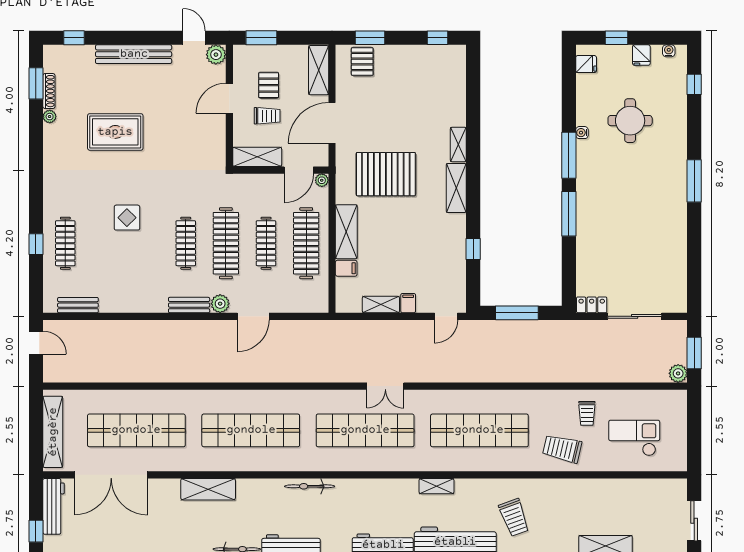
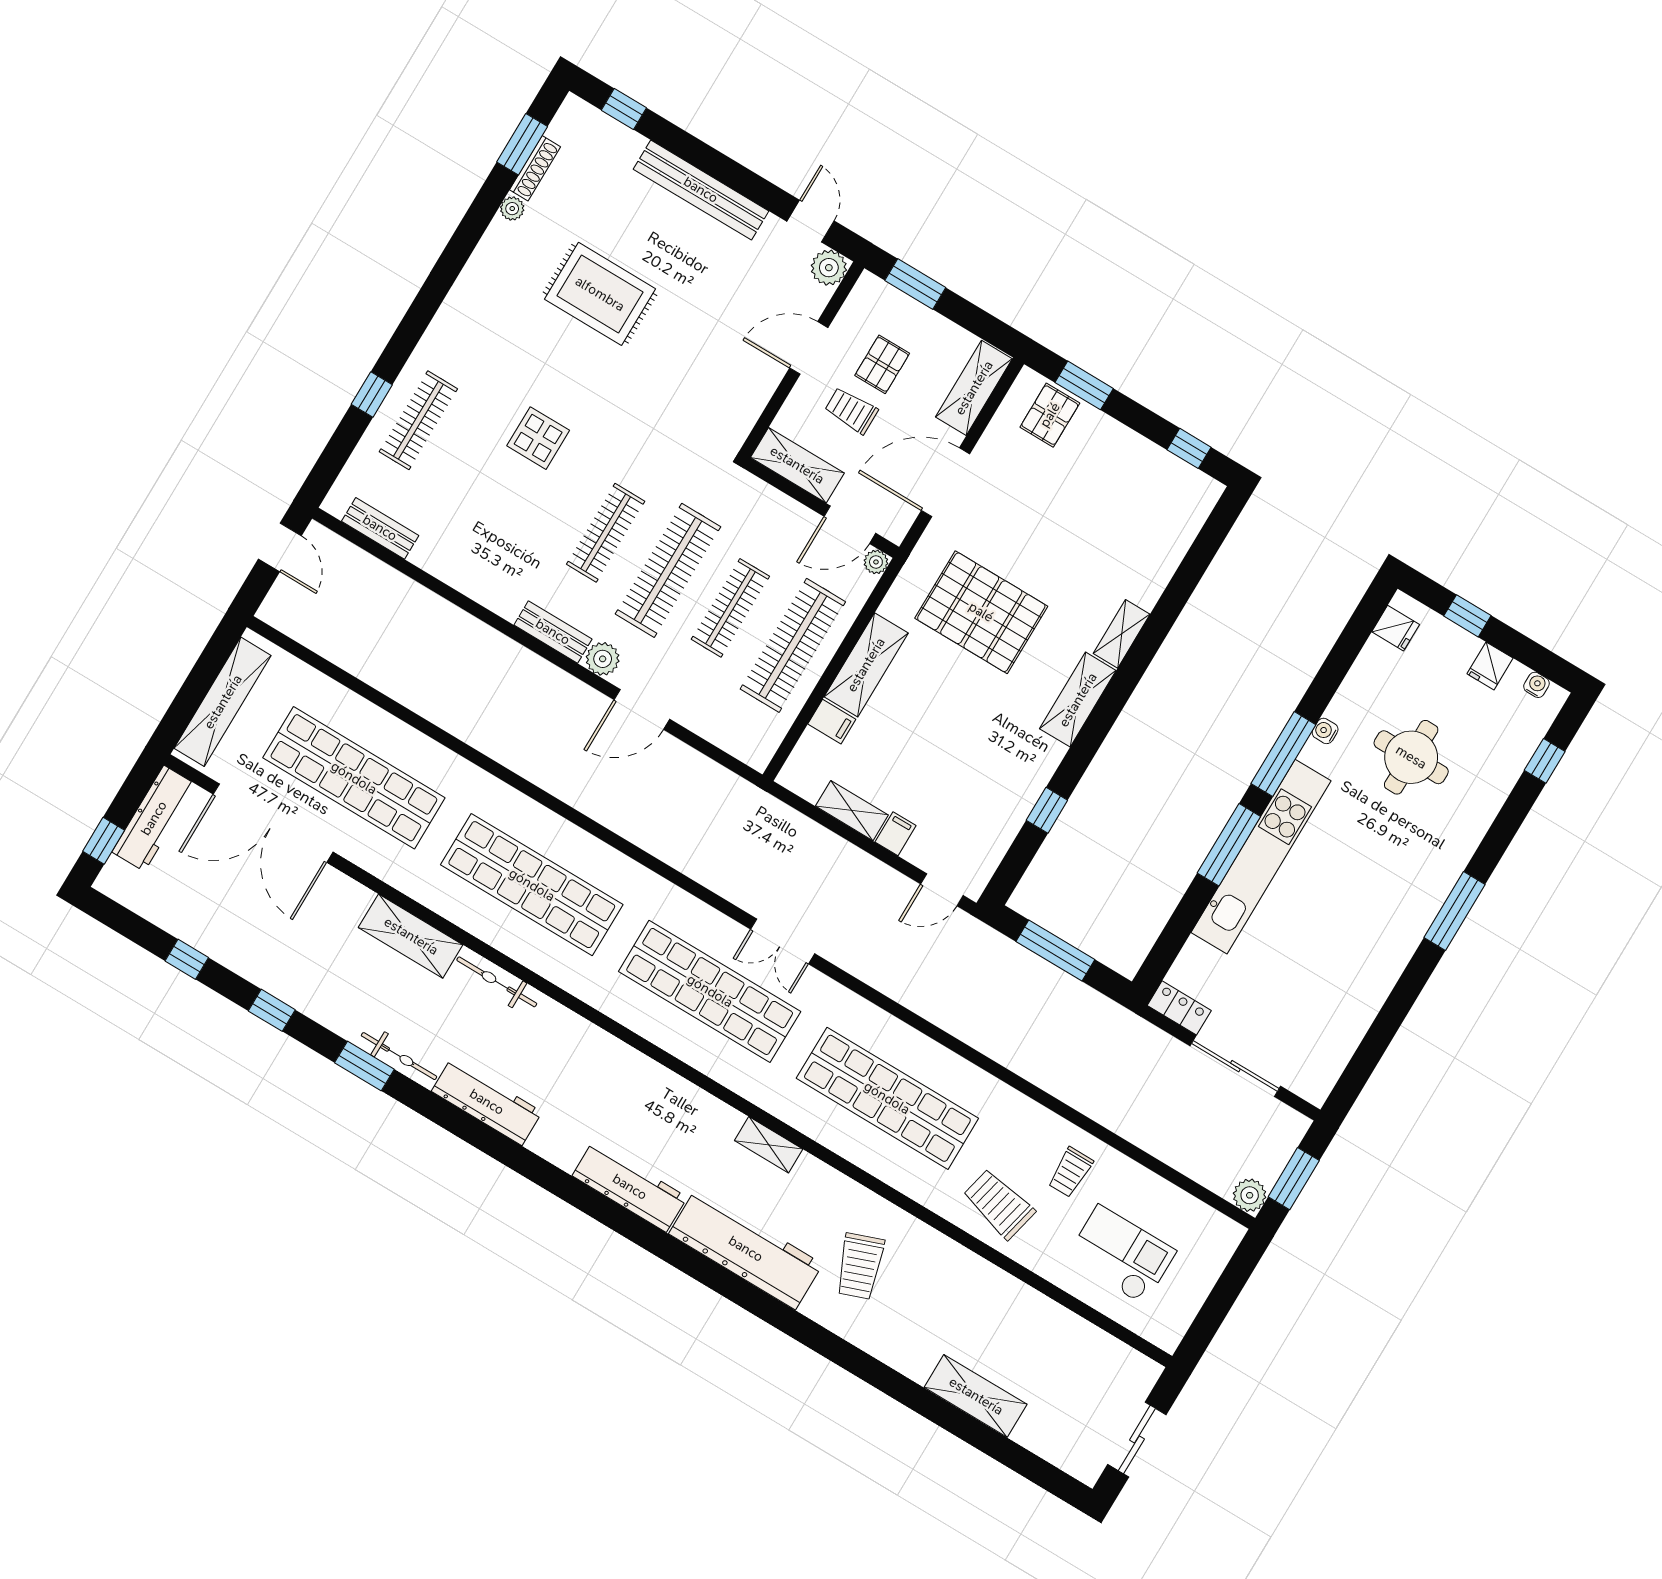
trolley: (267, 116) -> (851, 411), turned 180
kitchen unit: (587, 210) -> (1261, 857), added
bicycle: (310, 486) -> (497, 982), moved

